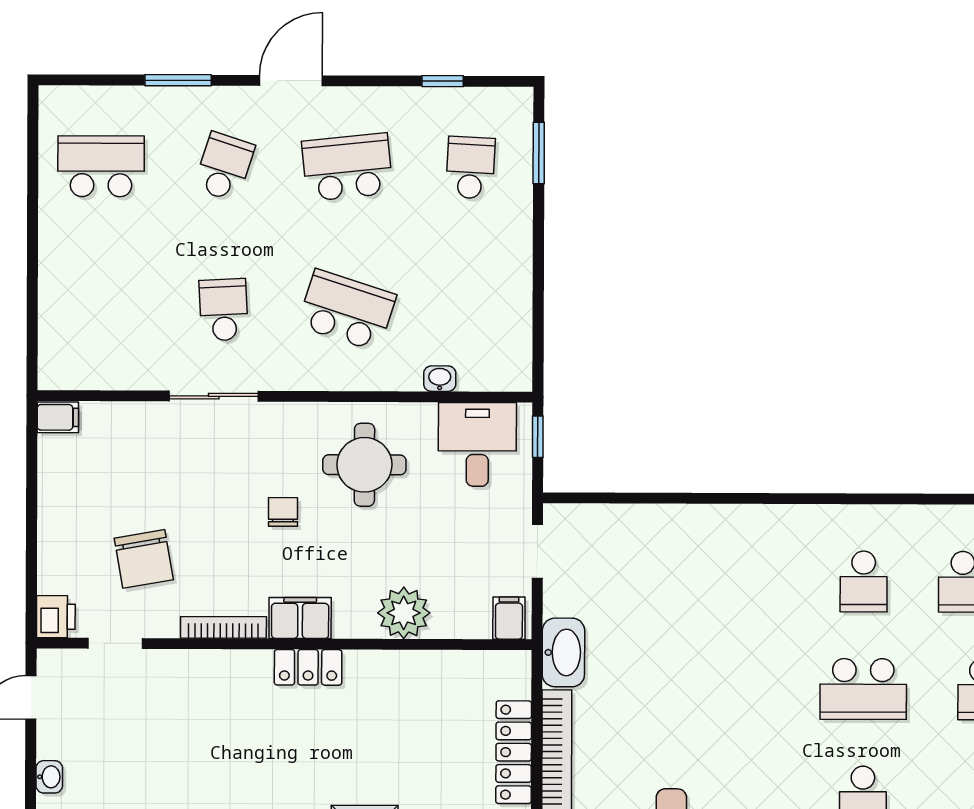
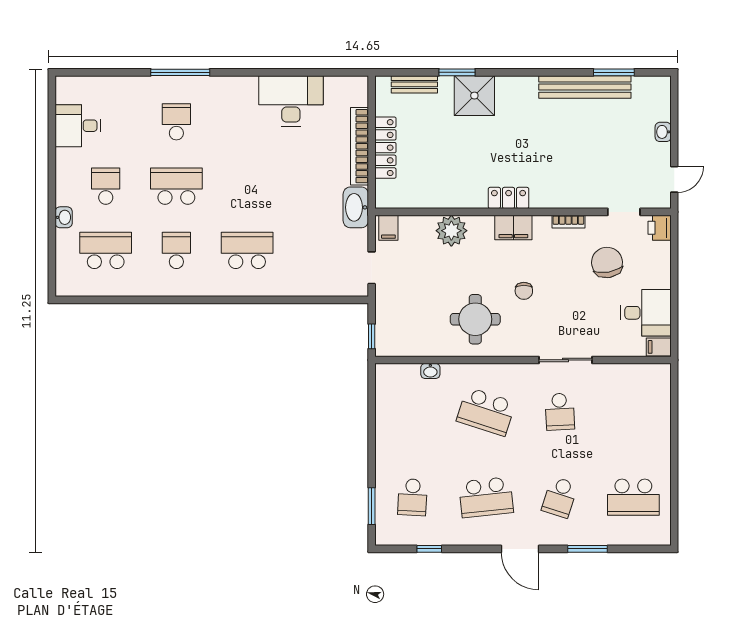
door: (291, 81) -> (520, 549), hinge flipped
desk: (477, 444) -> (646, 313), moved, turned -90
school desk: (745, 581) -> (247, 250), added
bookcase: (223, 627) -> (568, 222), width x0.64

